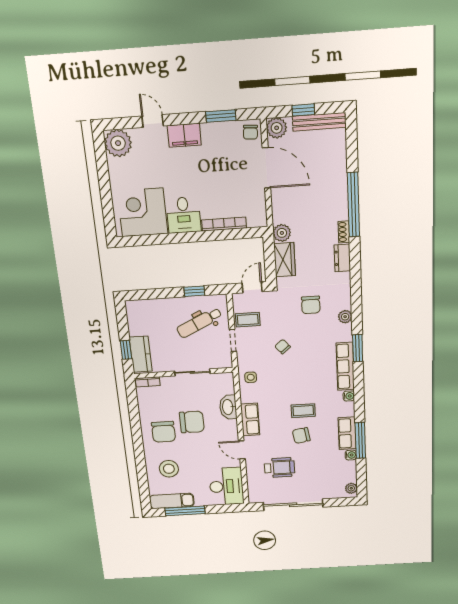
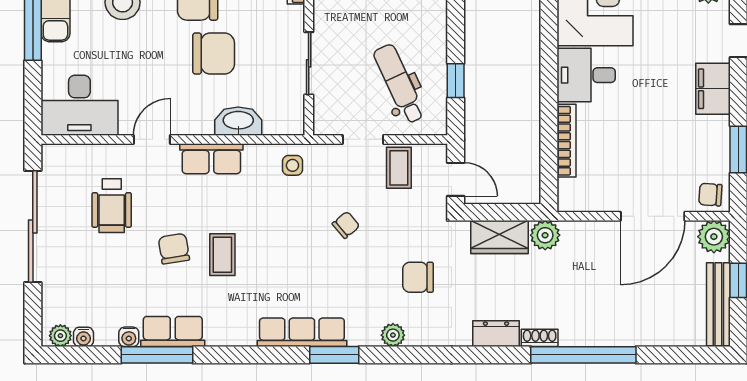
water cooler: (349, 396) -> (83, 337), moved
chair: (192, 422) -> (214, 53), turned -90

